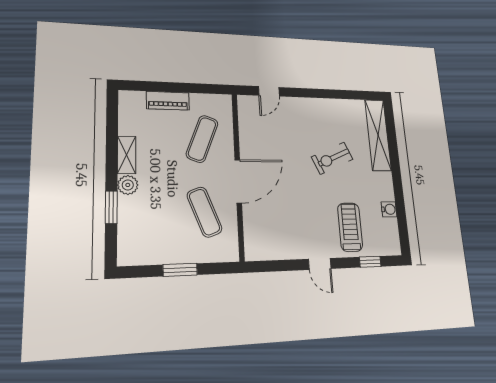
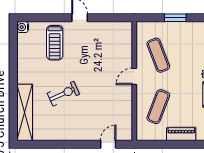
door: (238, 181) -> (134, 76), width x0.53
water cooler: (389, 209) -> (23, 27), moved
window: (370, 262) -> (42, 18), removed

